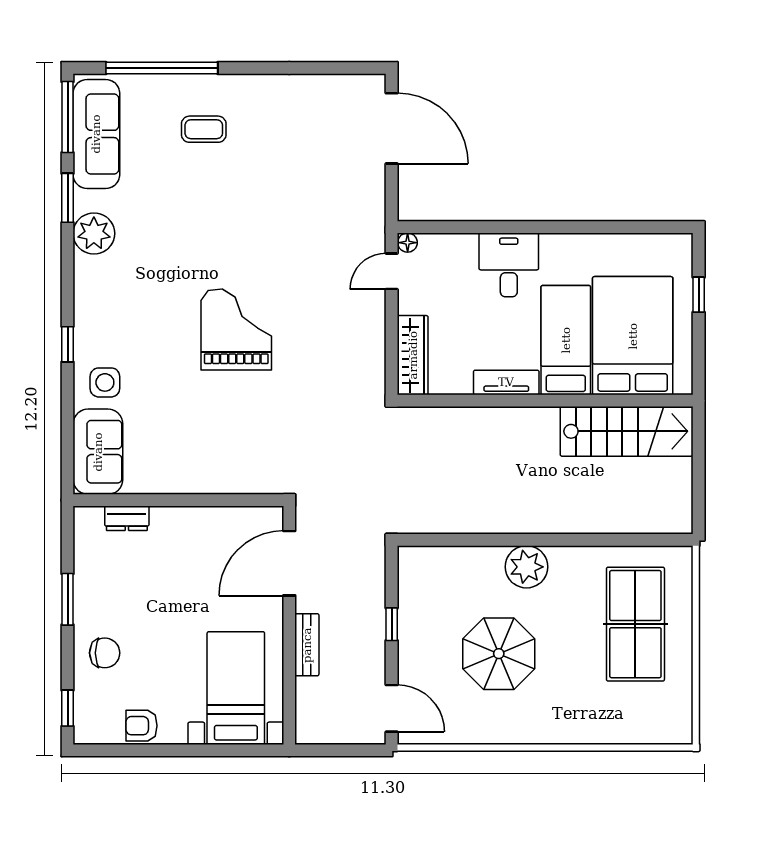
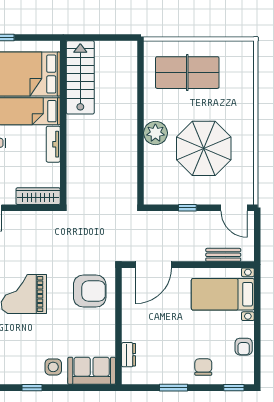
armchair: (242, 448) -> (90, 291), added
door: (289, 563) -> (153, 265), hinge flipped
bench: (307, 645) -> (223, 255), moved
parasol: (499, 654) -> (204, 148), width x1.36, depth x1.36
door: (392, 708) -> (234, 208), swing flipped

